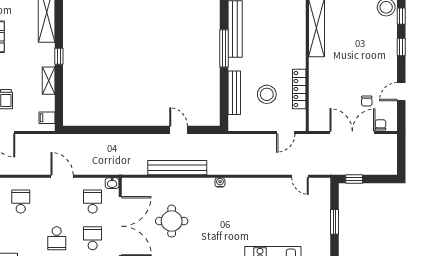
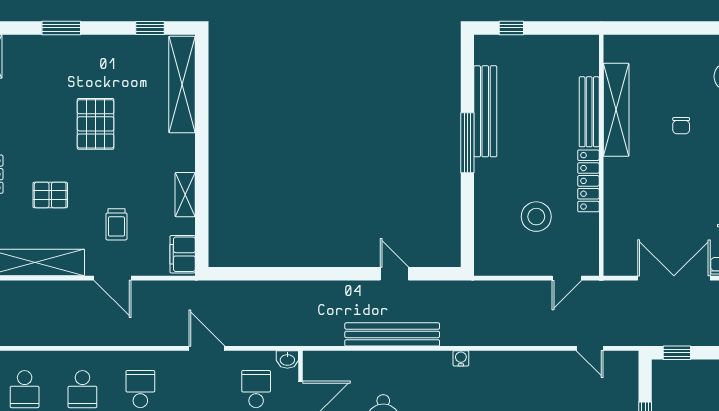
window: (59, 56) -> (202, 155), removed
locker: (299, 89) -> (588, 181), moved
bench: (234, 93) -> (589, 112), moved
chair: (367, 101) -> (681, 126), moved
filing cabinet: (47, 118) -> (183, 254), width x2.00

